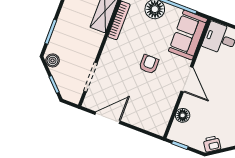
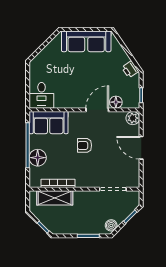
door: (187, 79) -> (97, 110), moved
door: (108, 118) -> (141, 148), moved
plant: (159, 127) -> (133, 118), added

